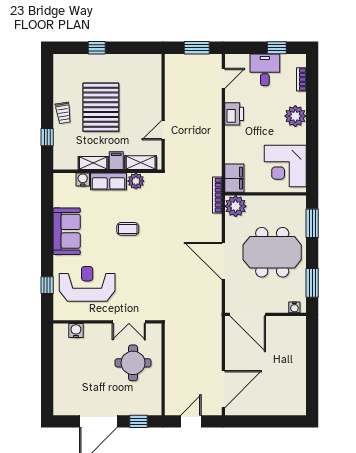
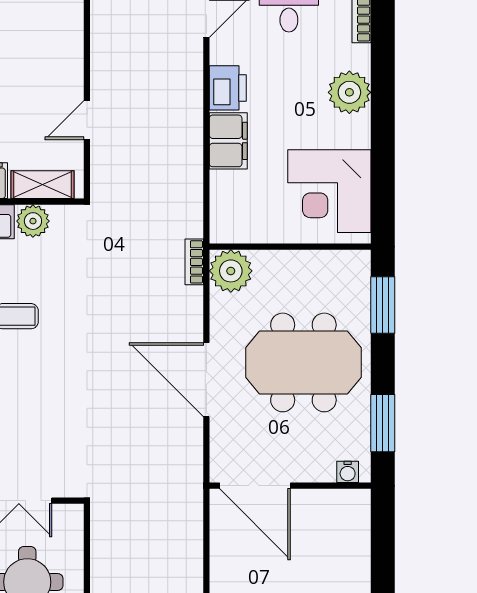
filing cabinet: (234, 178) -> (228, 141), moved
bookcase: (217, 195) -> (194, 262), width x0.64

